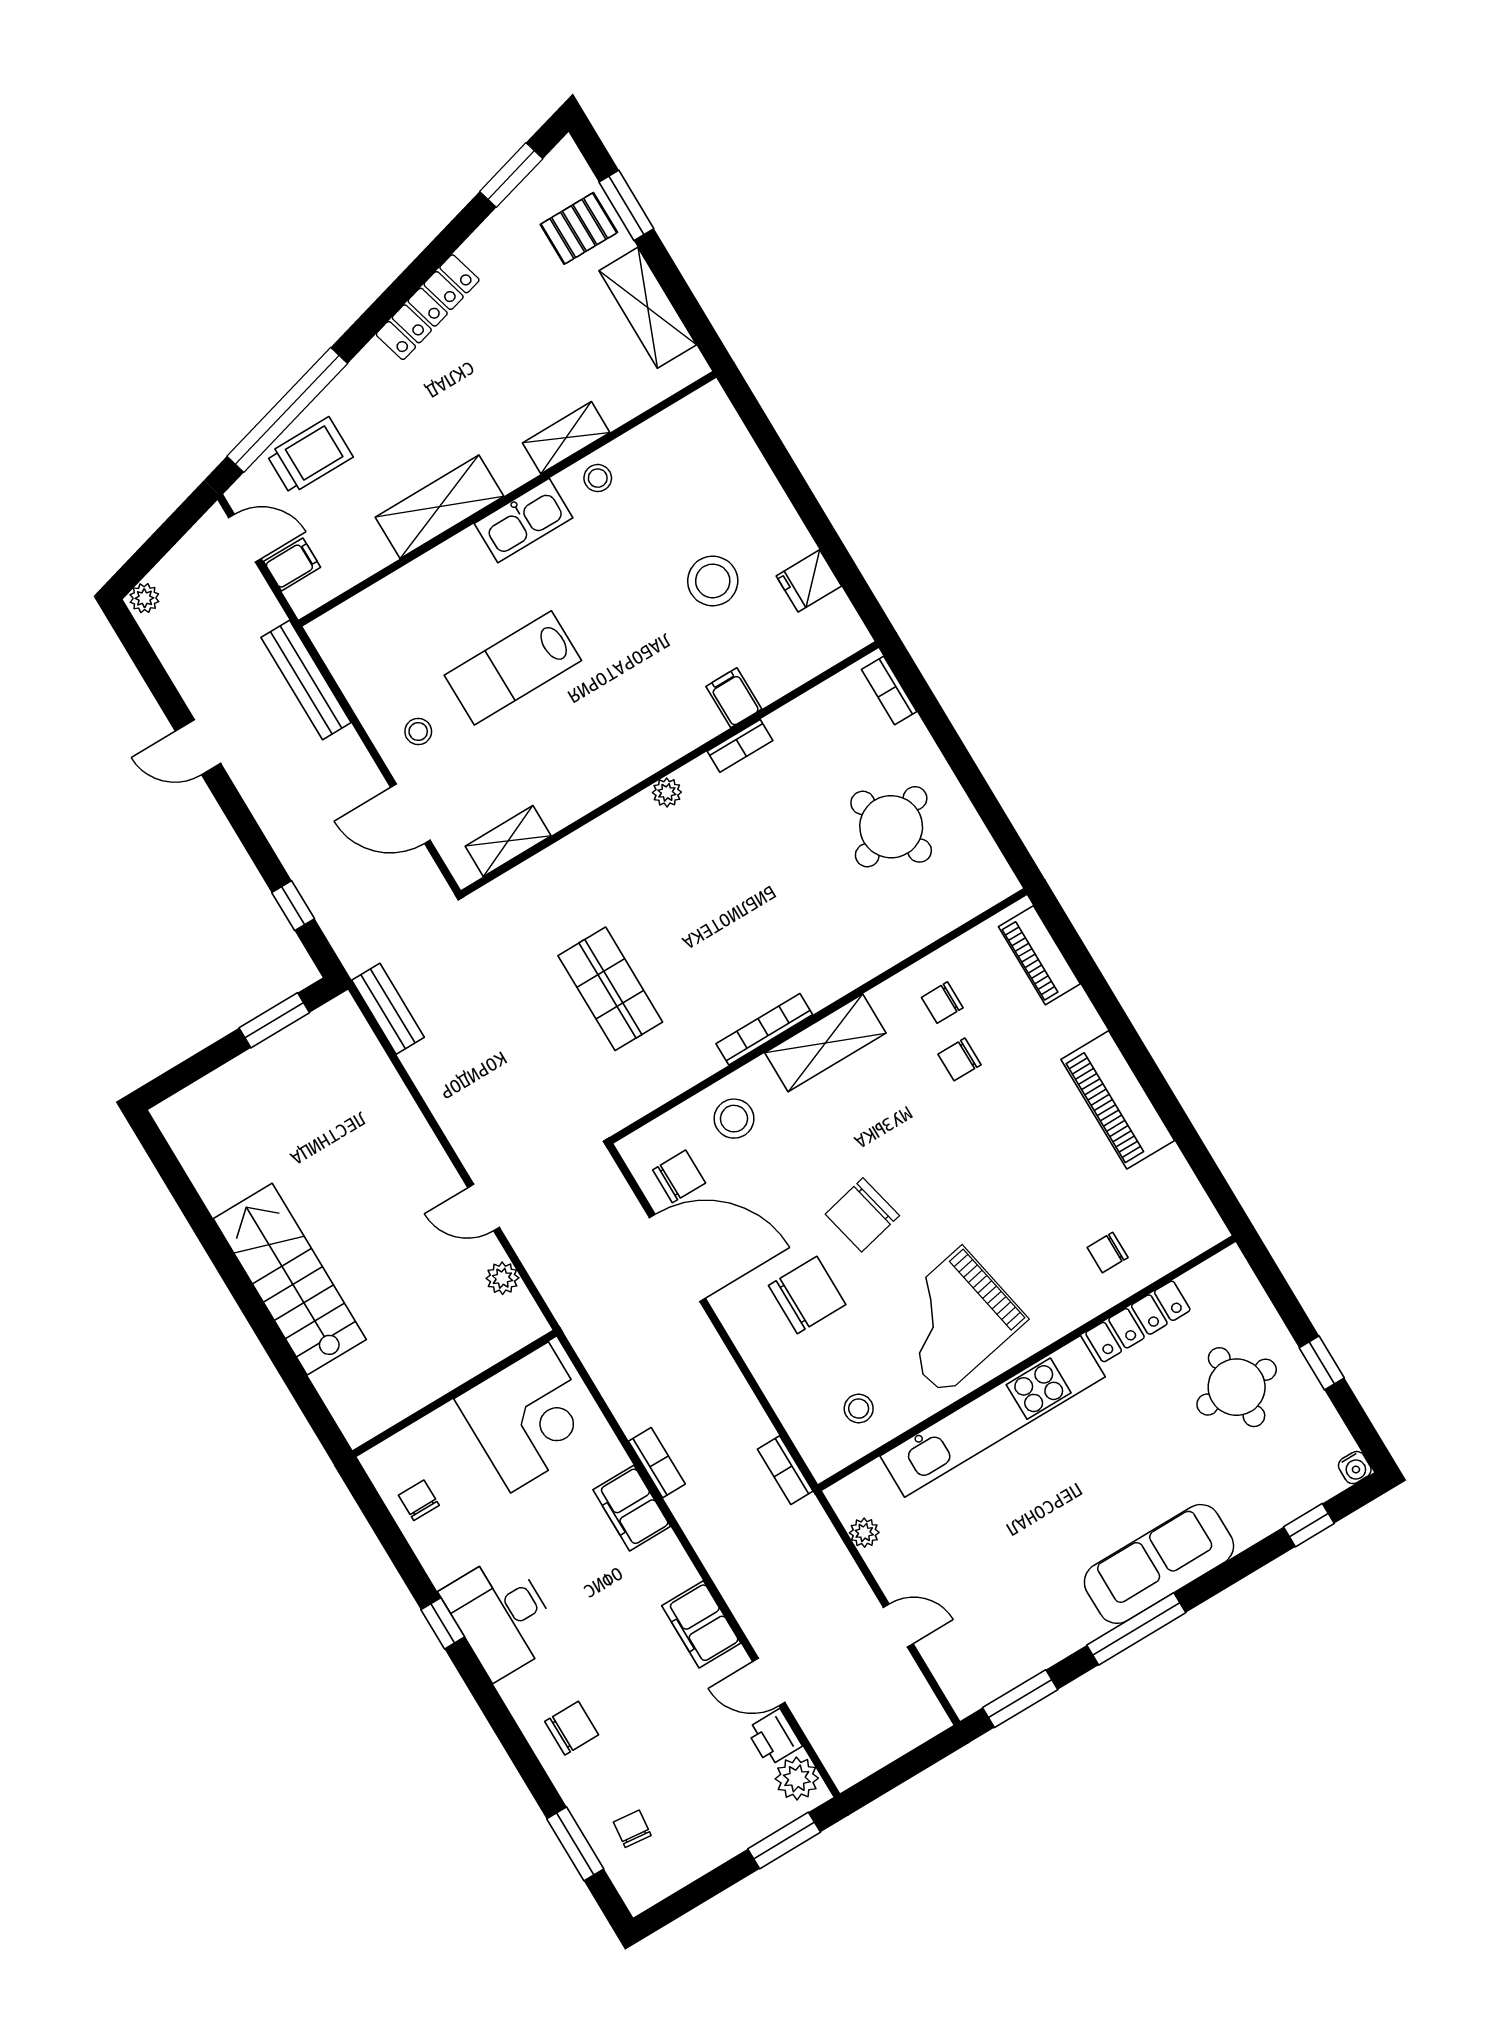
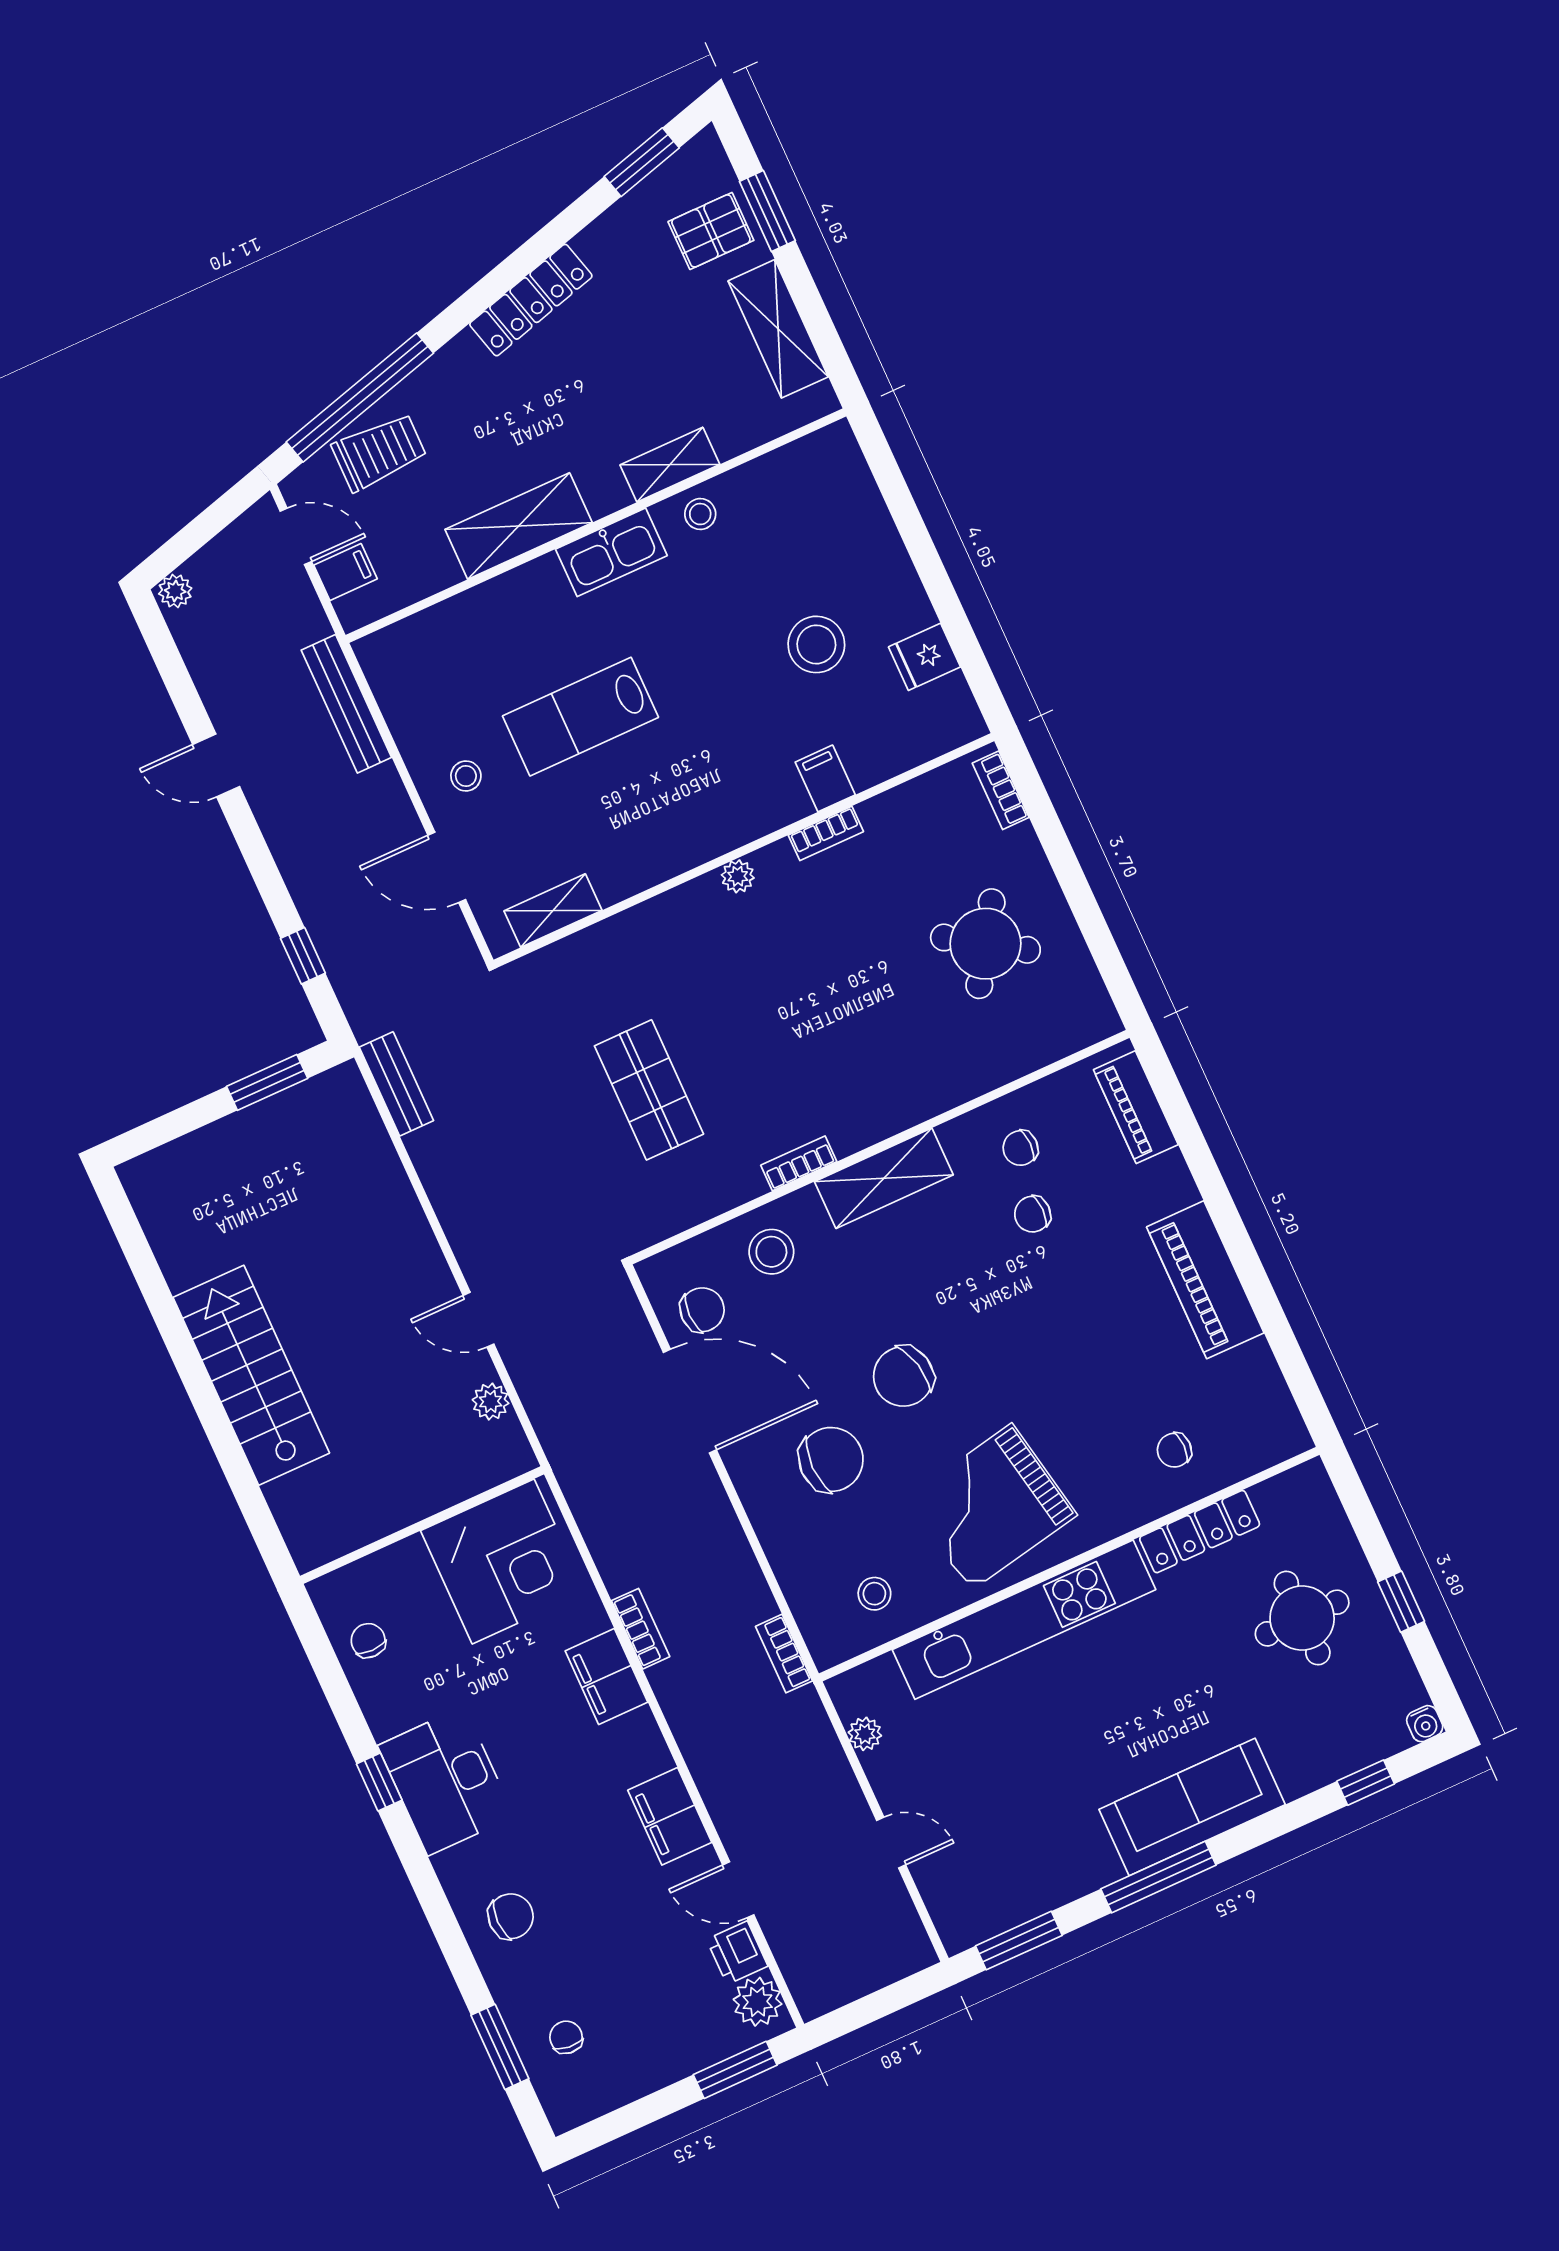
round table: (891, 827) -> (985, 944), turned -38
bookcase: (764, 1029) -> (799, 1163), width x0.64

